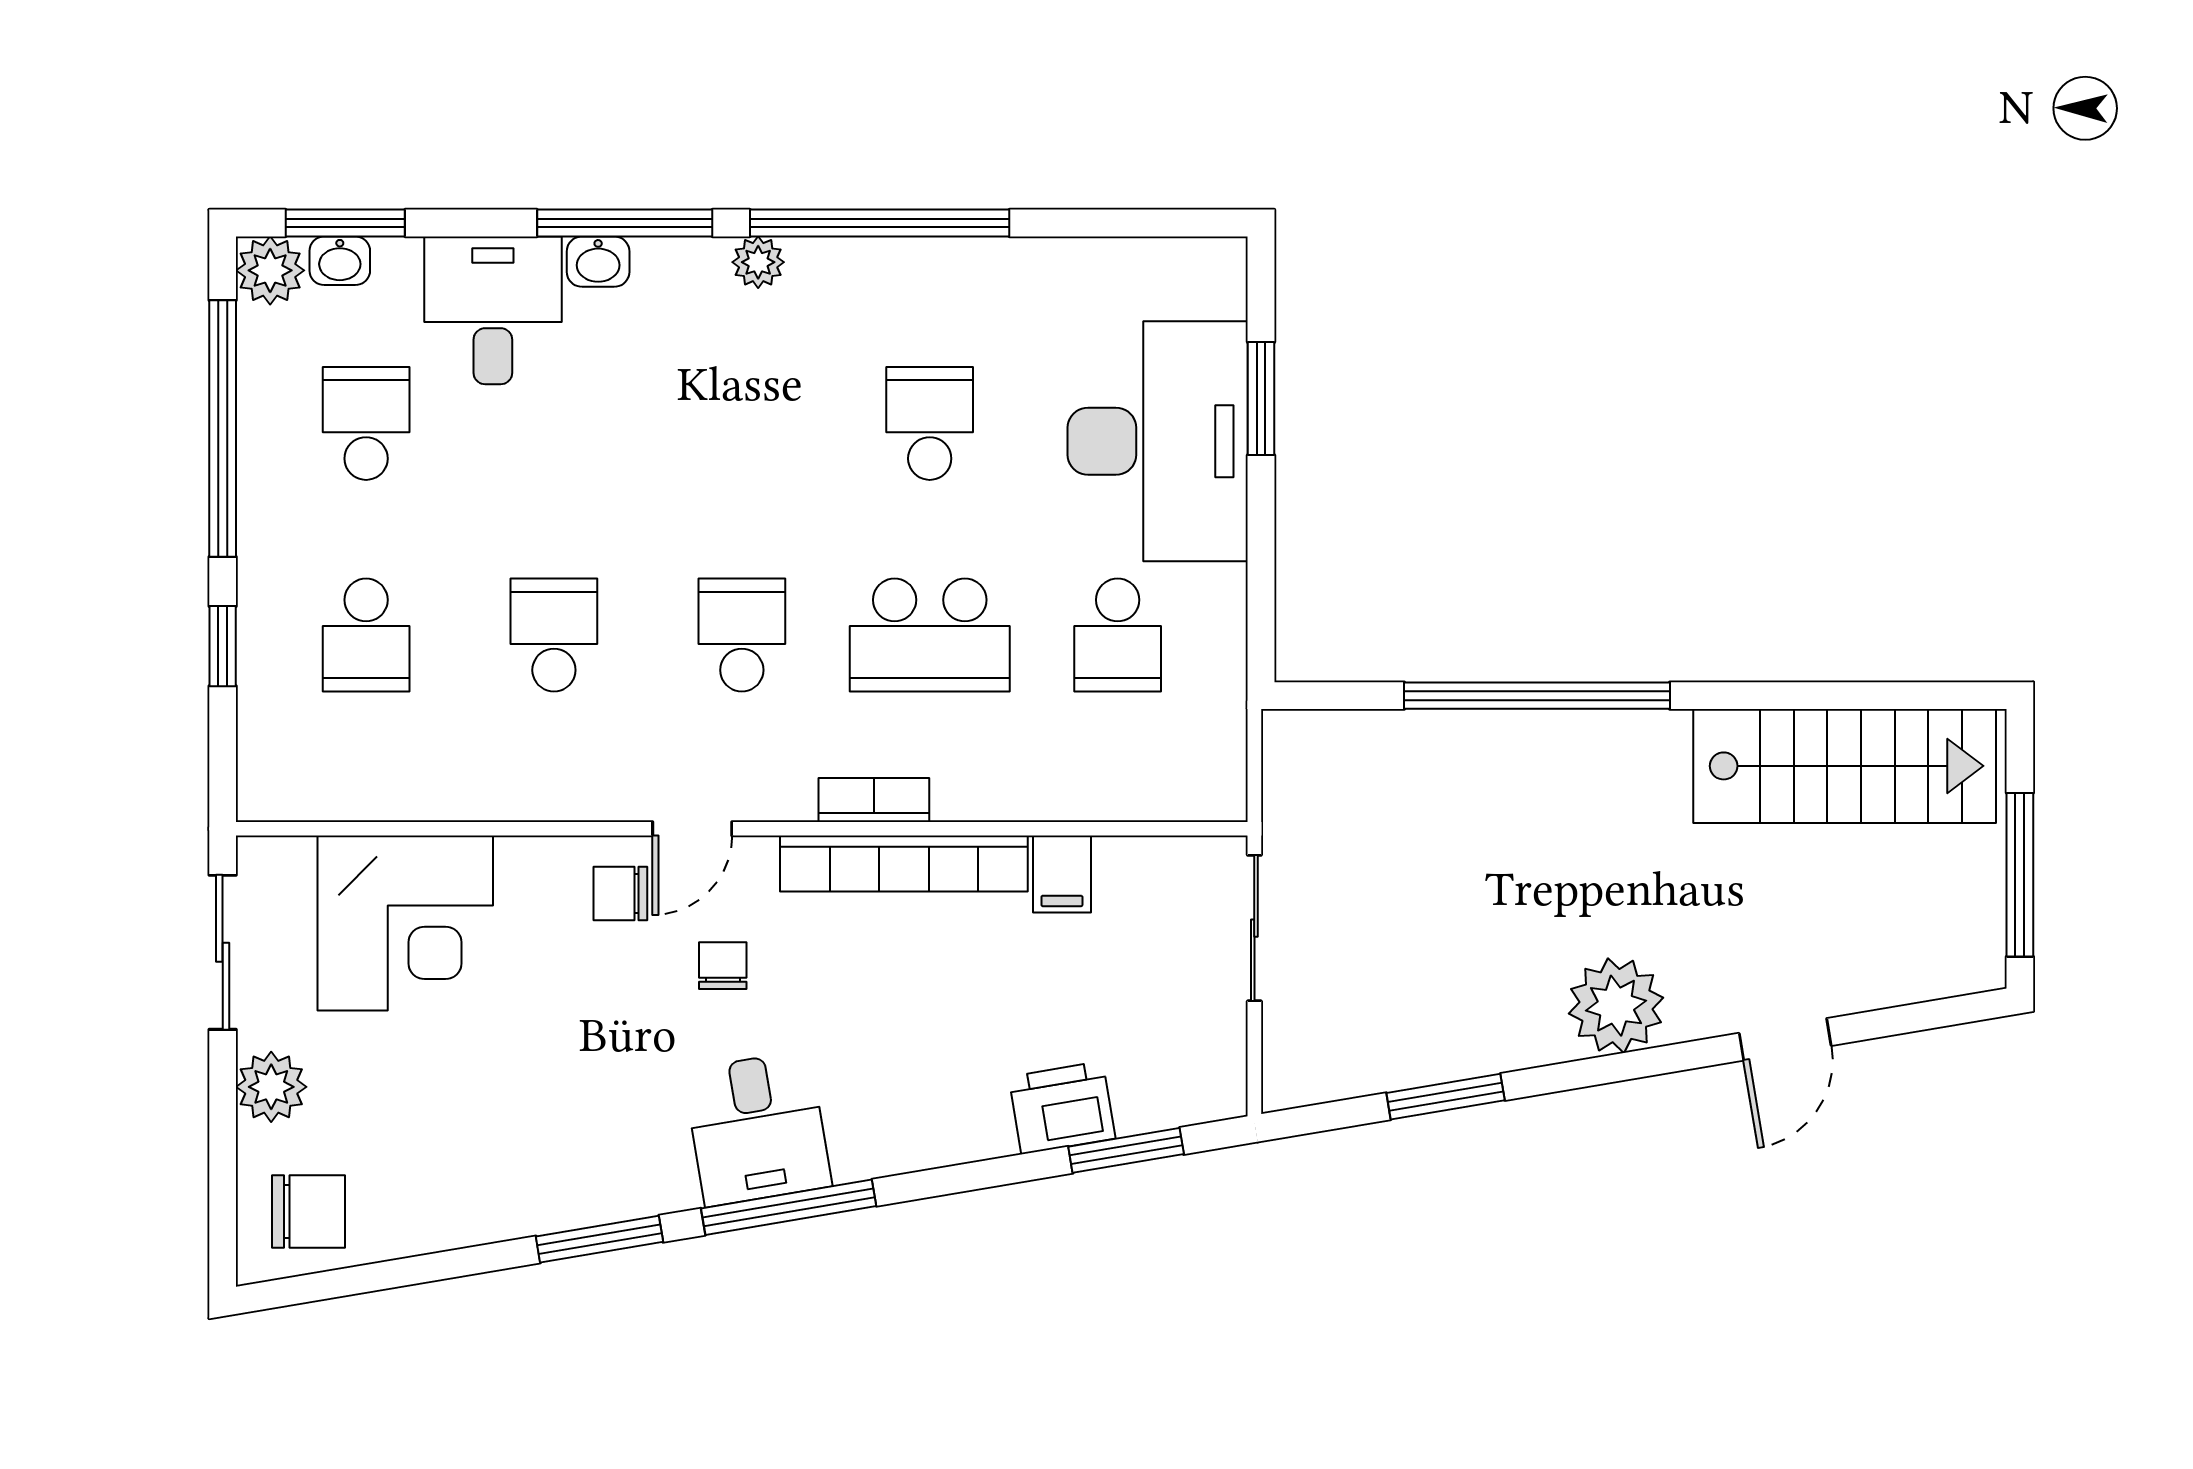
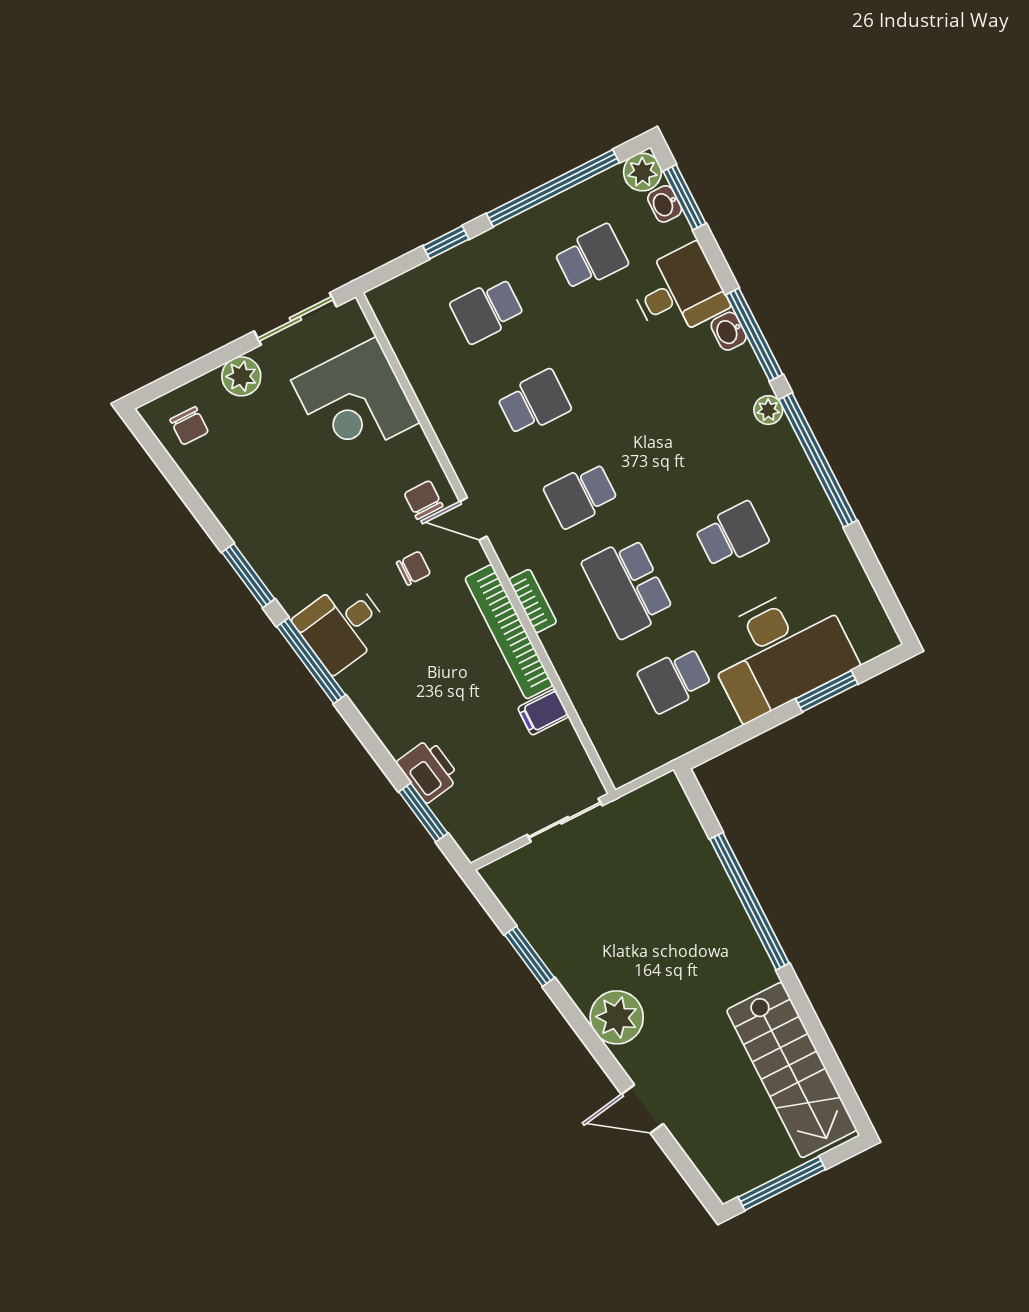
school desk: (742, 635) -> (581, 495), turned 180
chair: (309, 1212) -> (189, 426), width x0.73, depth x0.73

